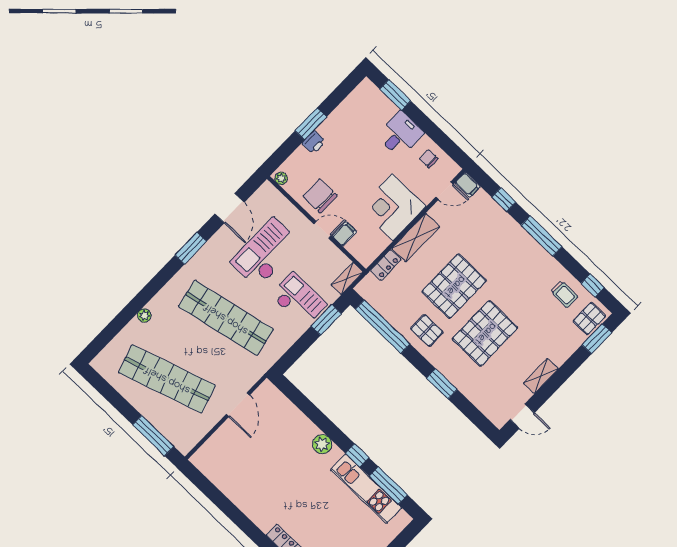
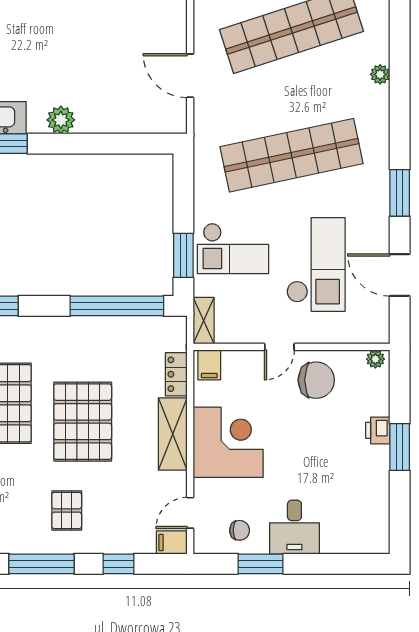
window: (395, 95) -> (261, 564), moved
filing cabinet: (344, 234) -> (209, 365), moved
pallet: (427, 330) -> (67, 510), moved, turned 90

